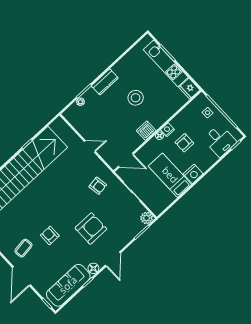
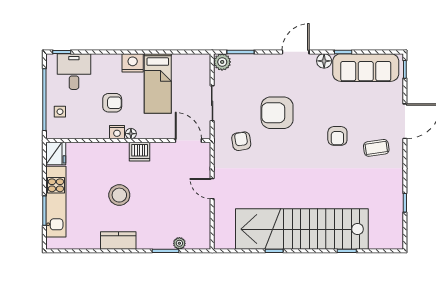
kitchen counter: (105, 82) -> (118, 240), moved
armchair: (91, 229) -> (277, 113), moved

